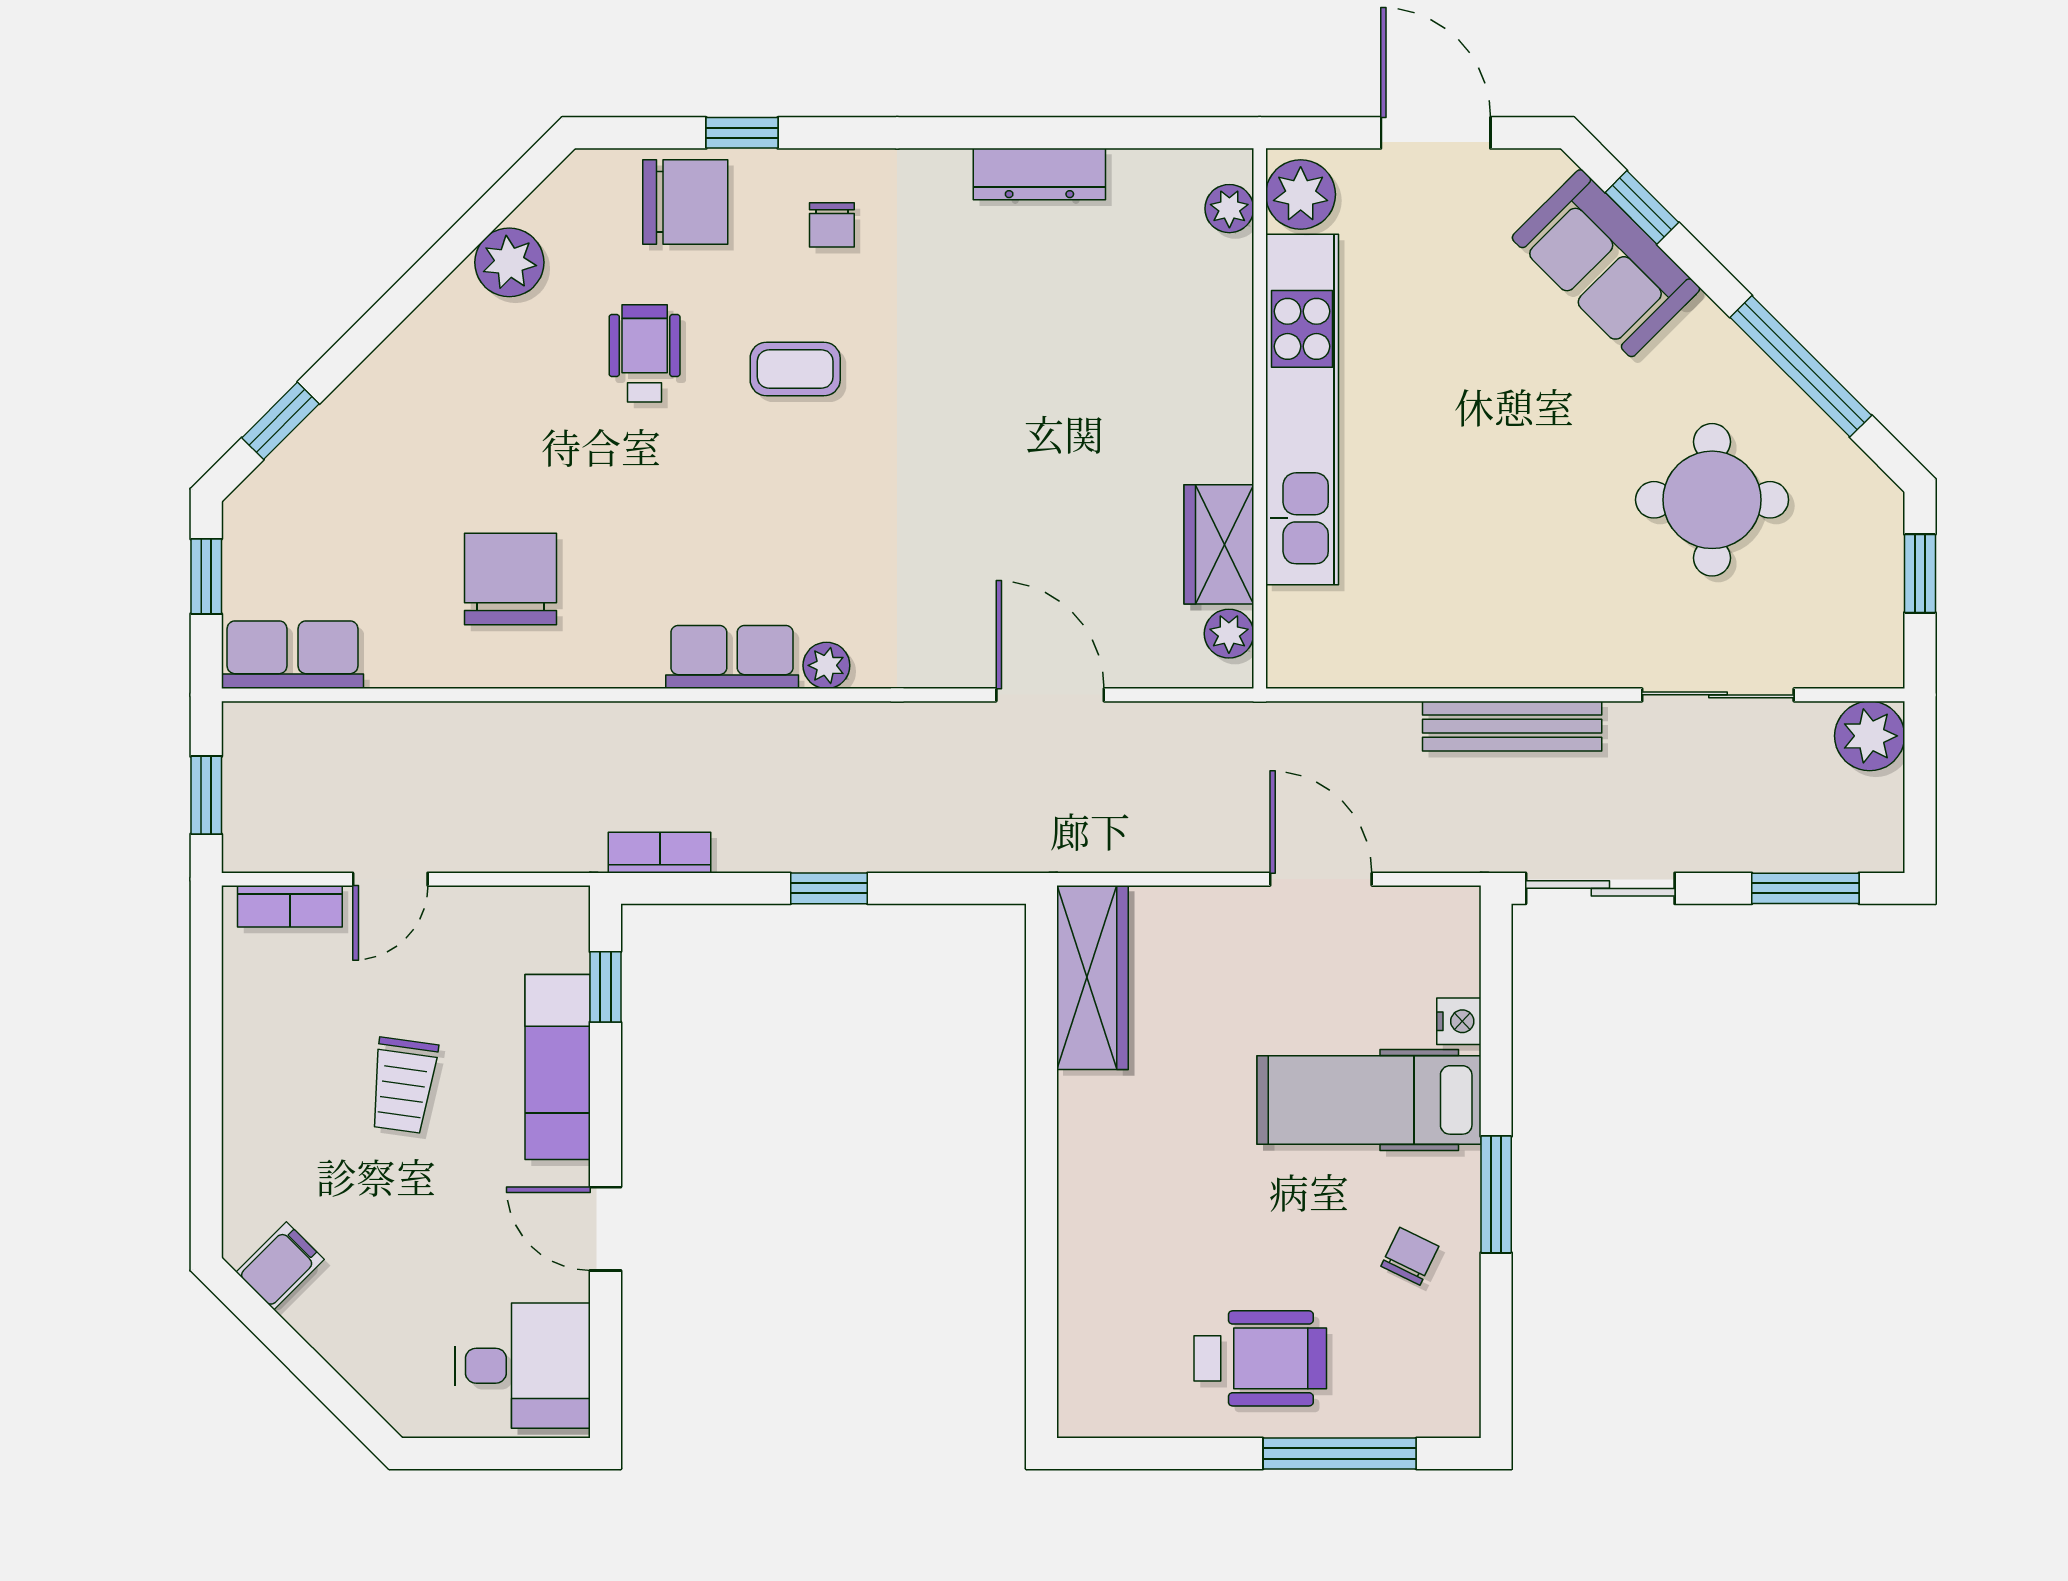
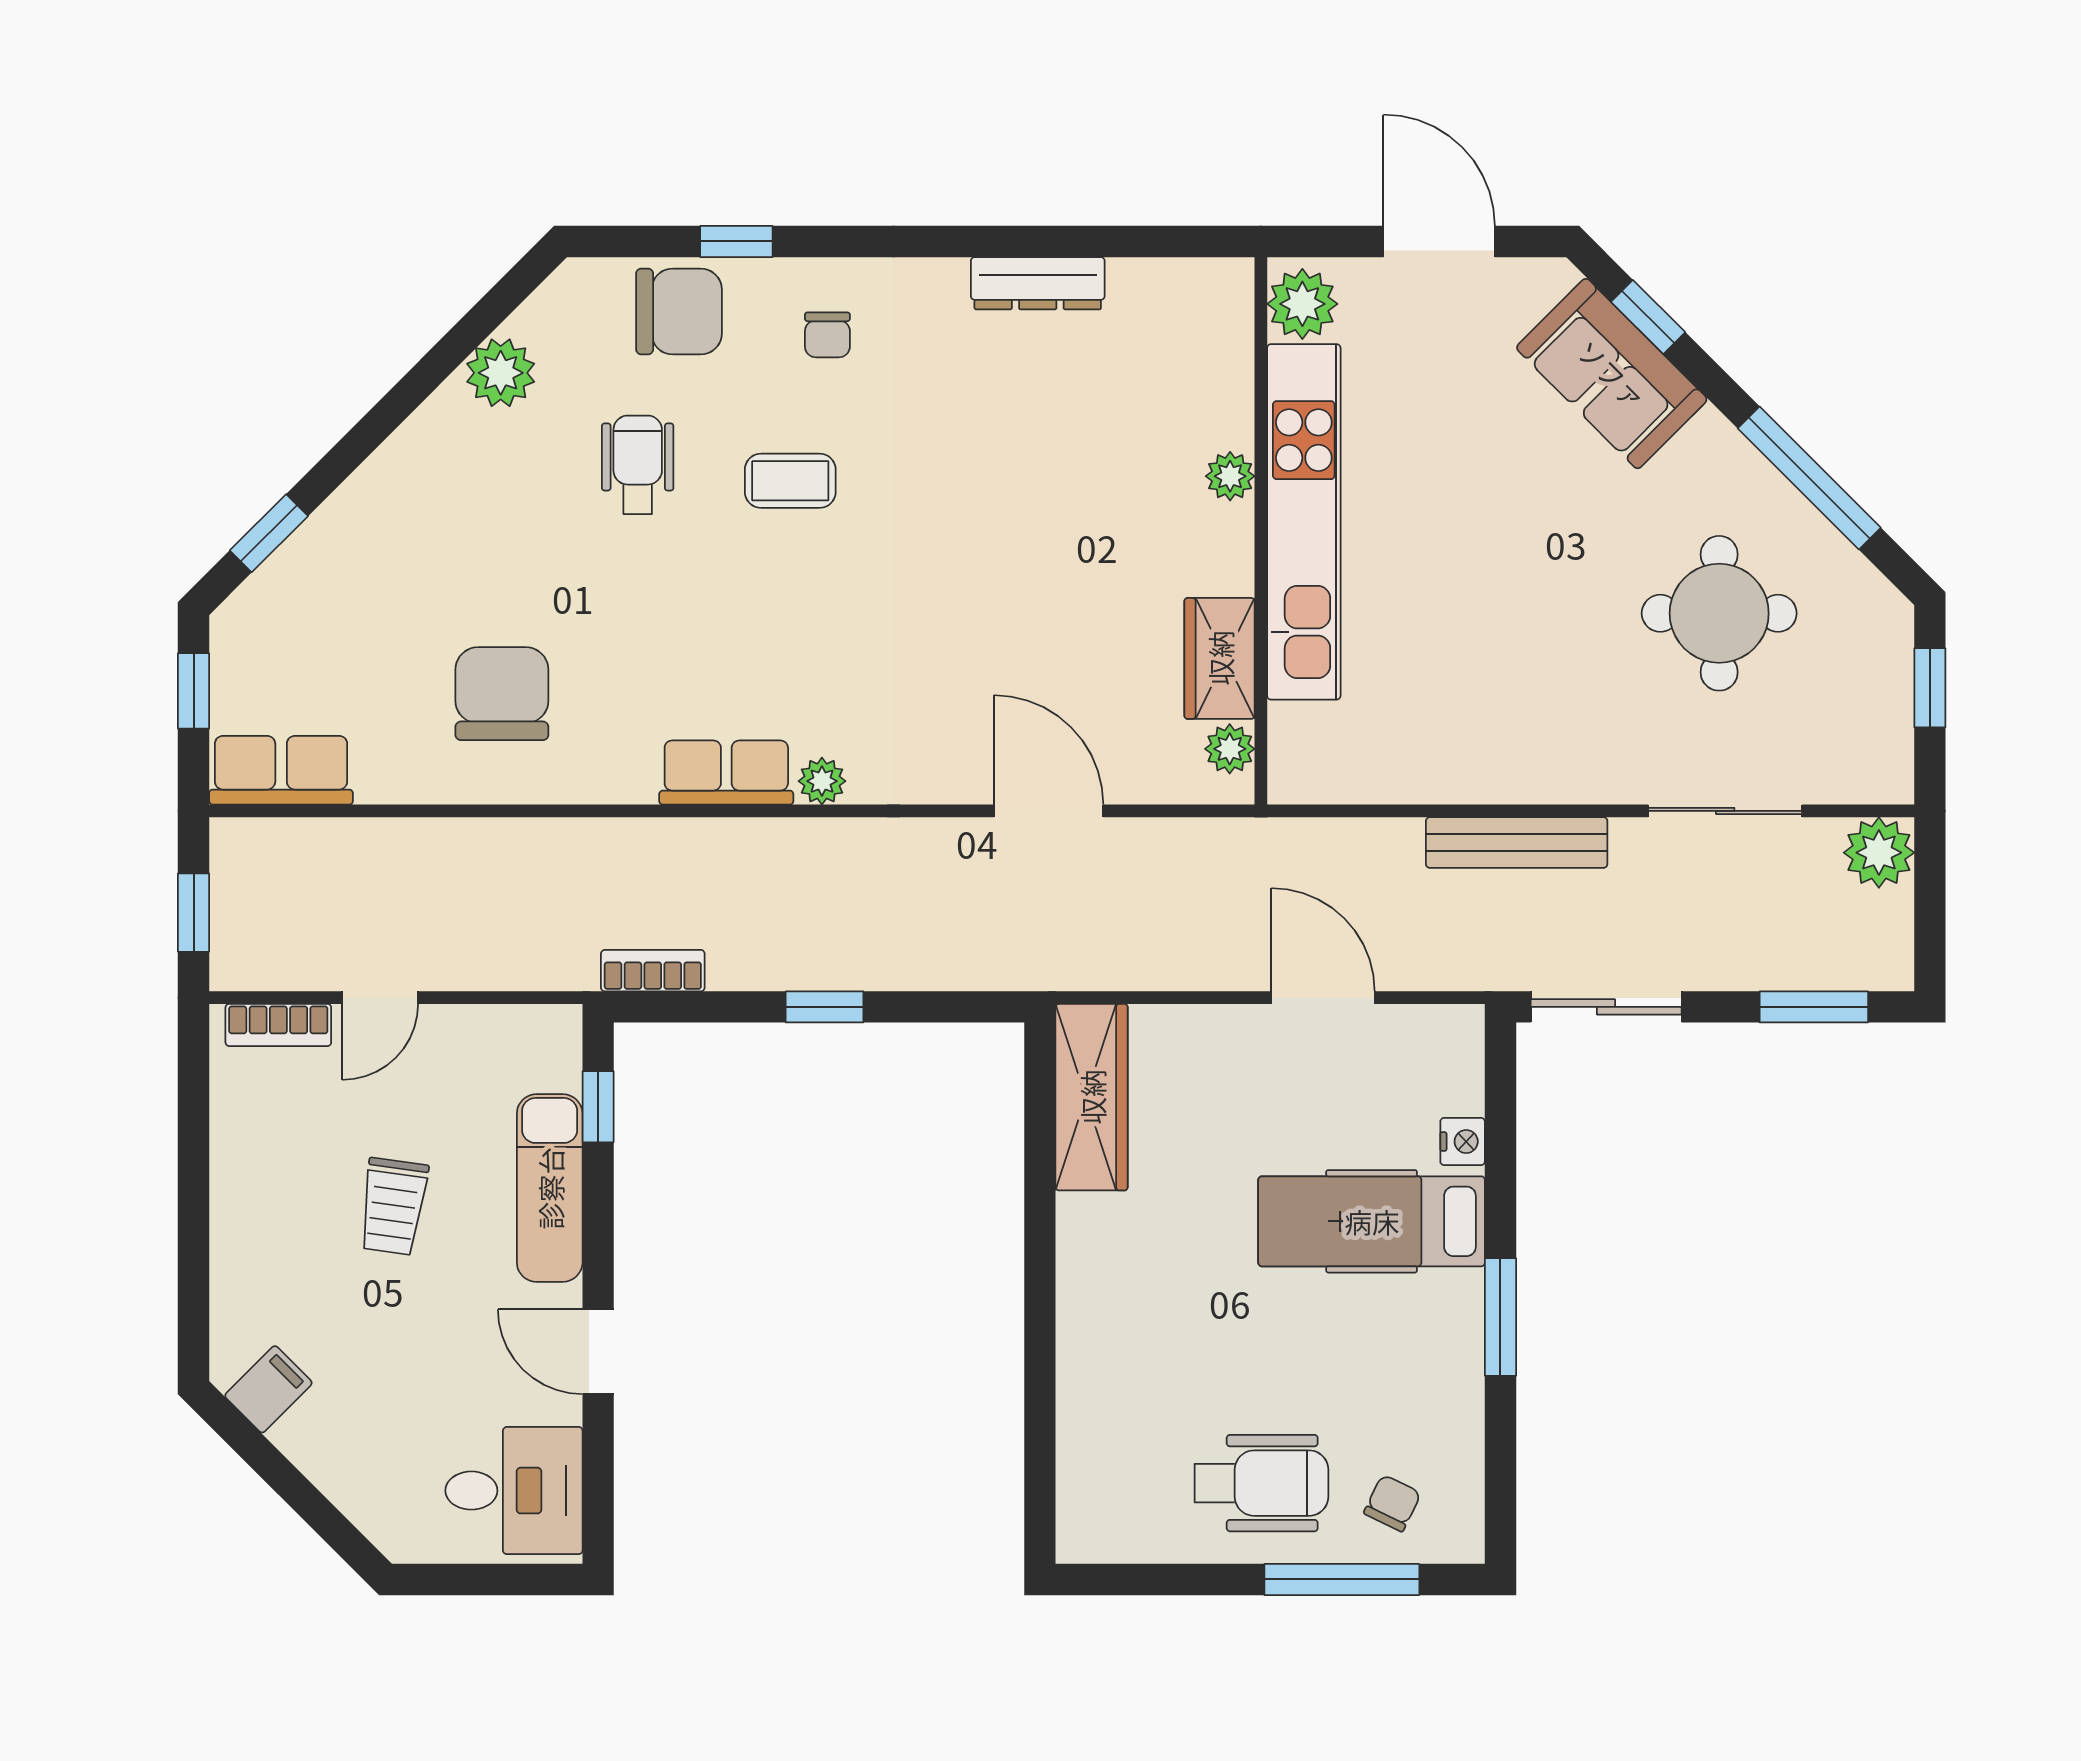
plant: (1229, 209) -> (1230, 476), moved
chair: (1410, 1256) -> (1392, 1503), moved

